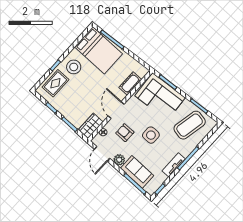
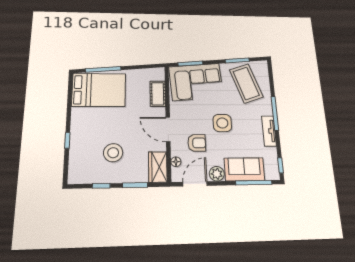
stool: (74, 67) -> (113, 153), moved
rug: (55, 83) -> (83, 158), removed
coffee table: (190, 125) -> (246, 83), turned -30
armchair: (125, 133) -> (197, 143), turned 180
door: (102, 154) -> (195, 184), swing flipped

